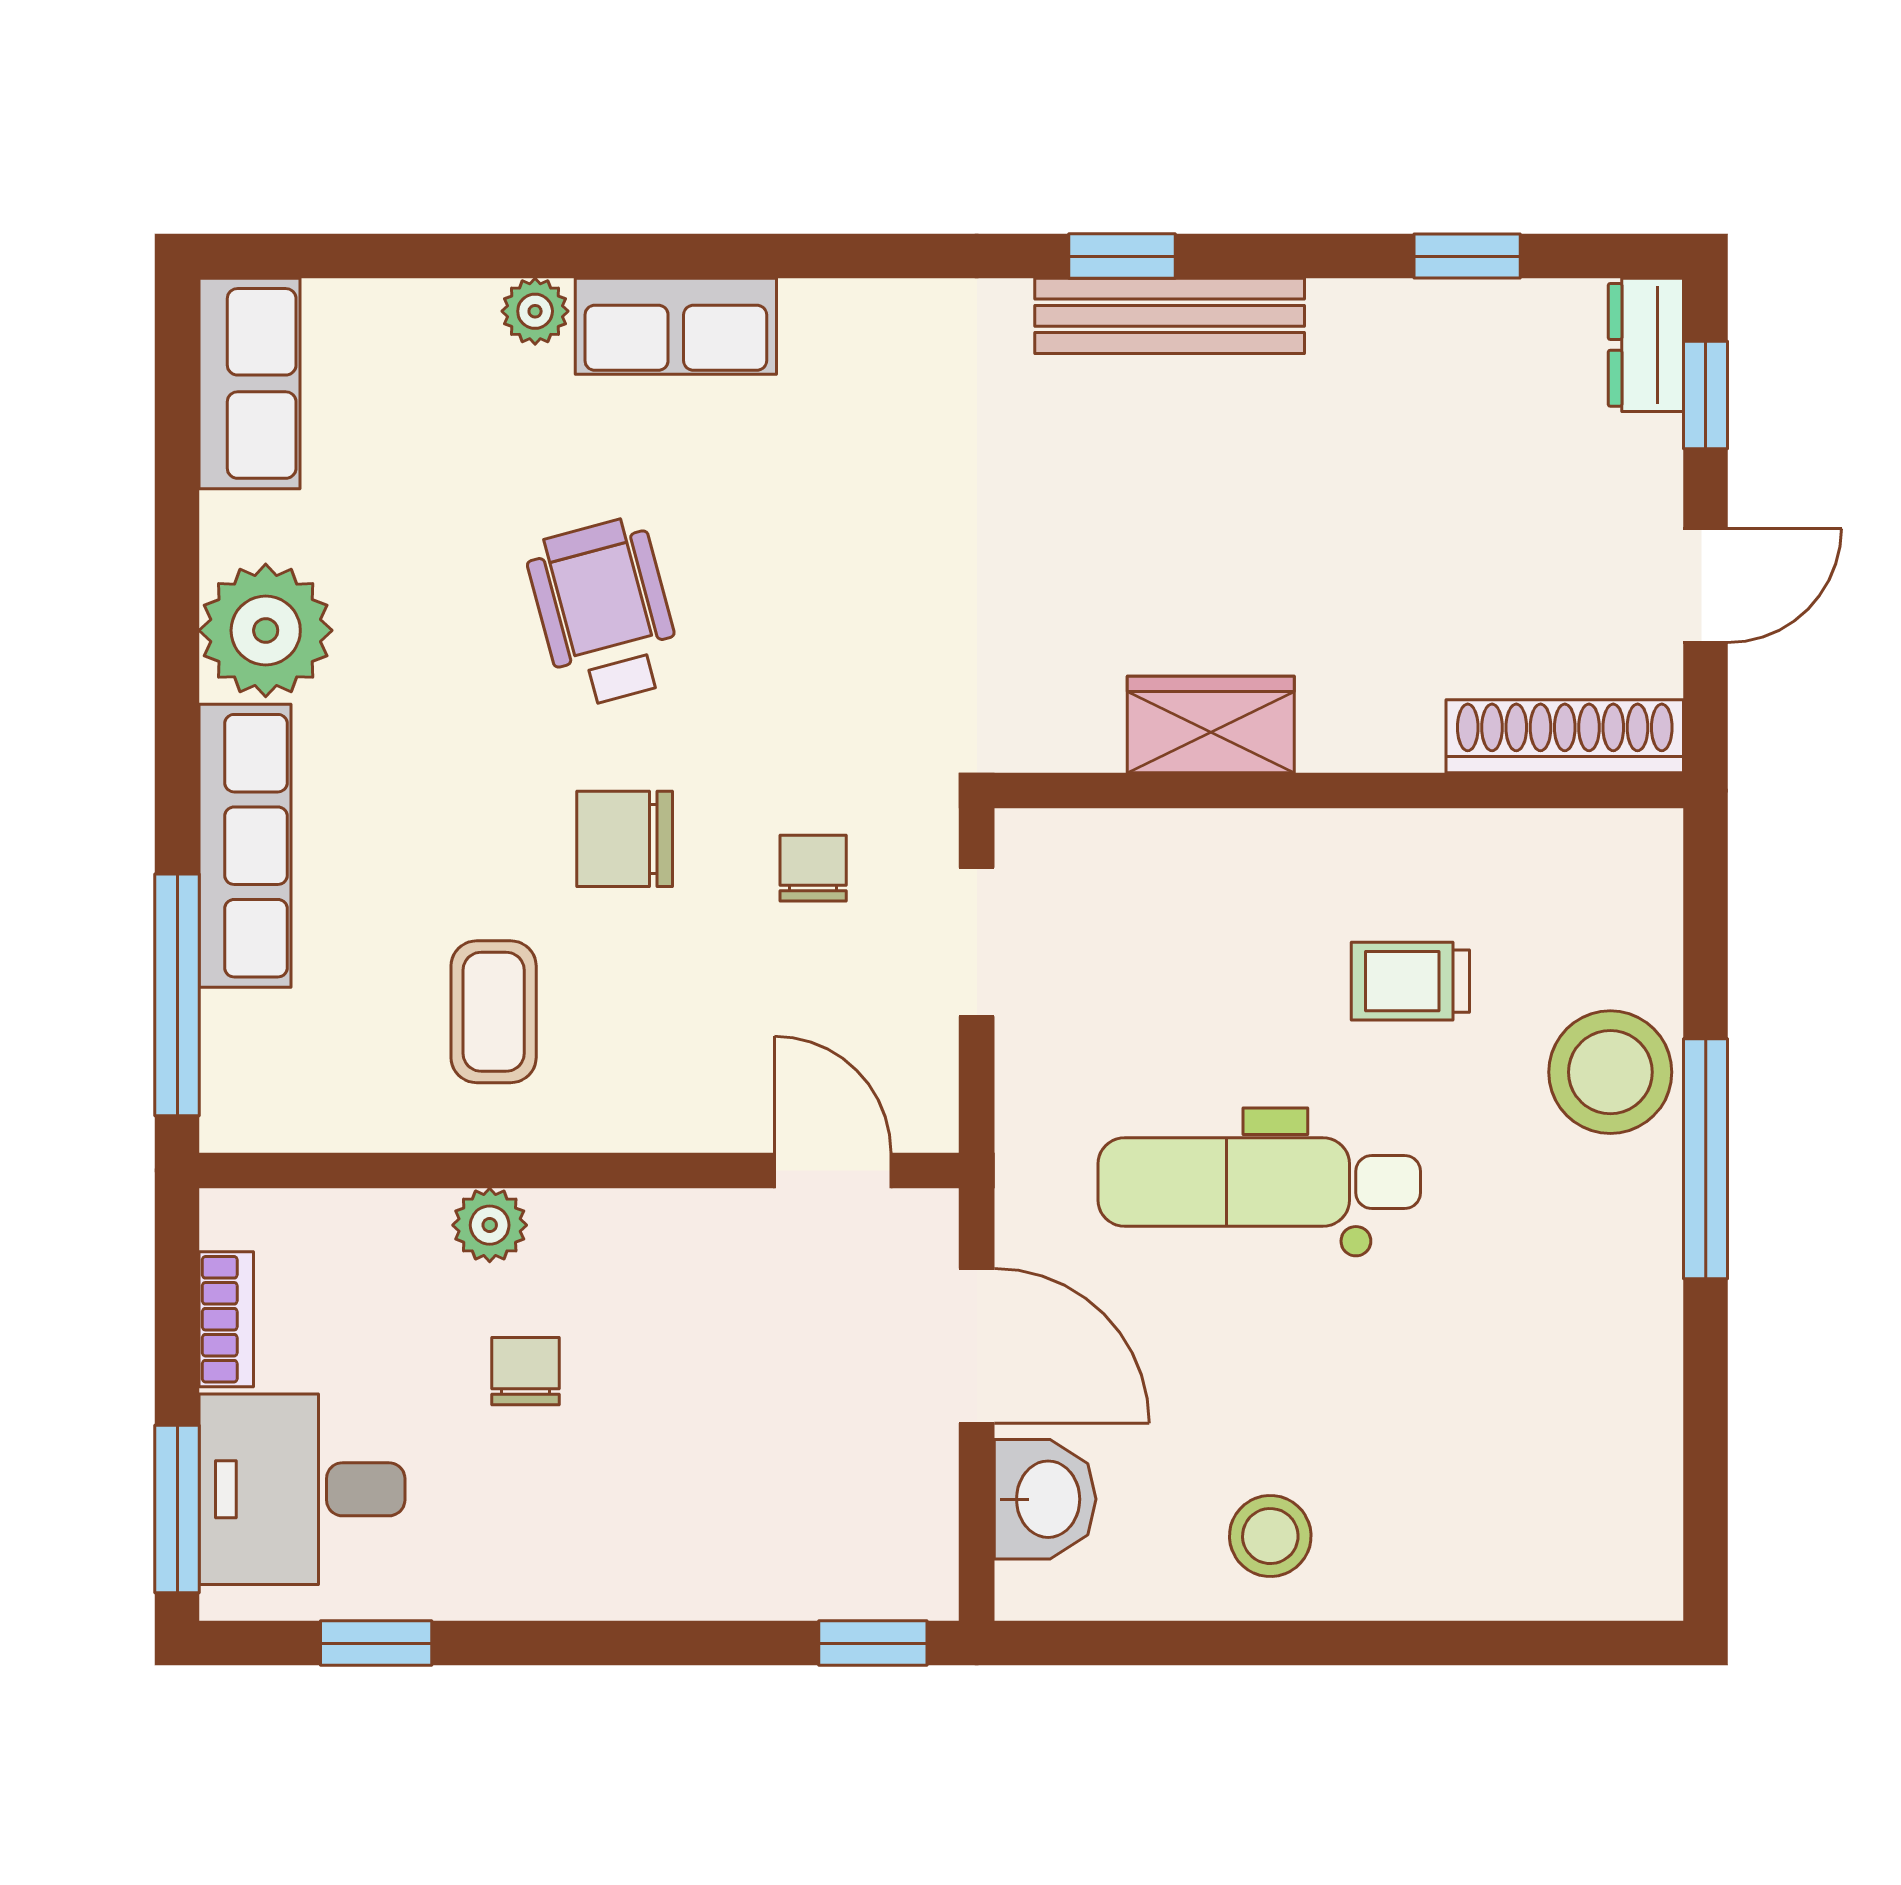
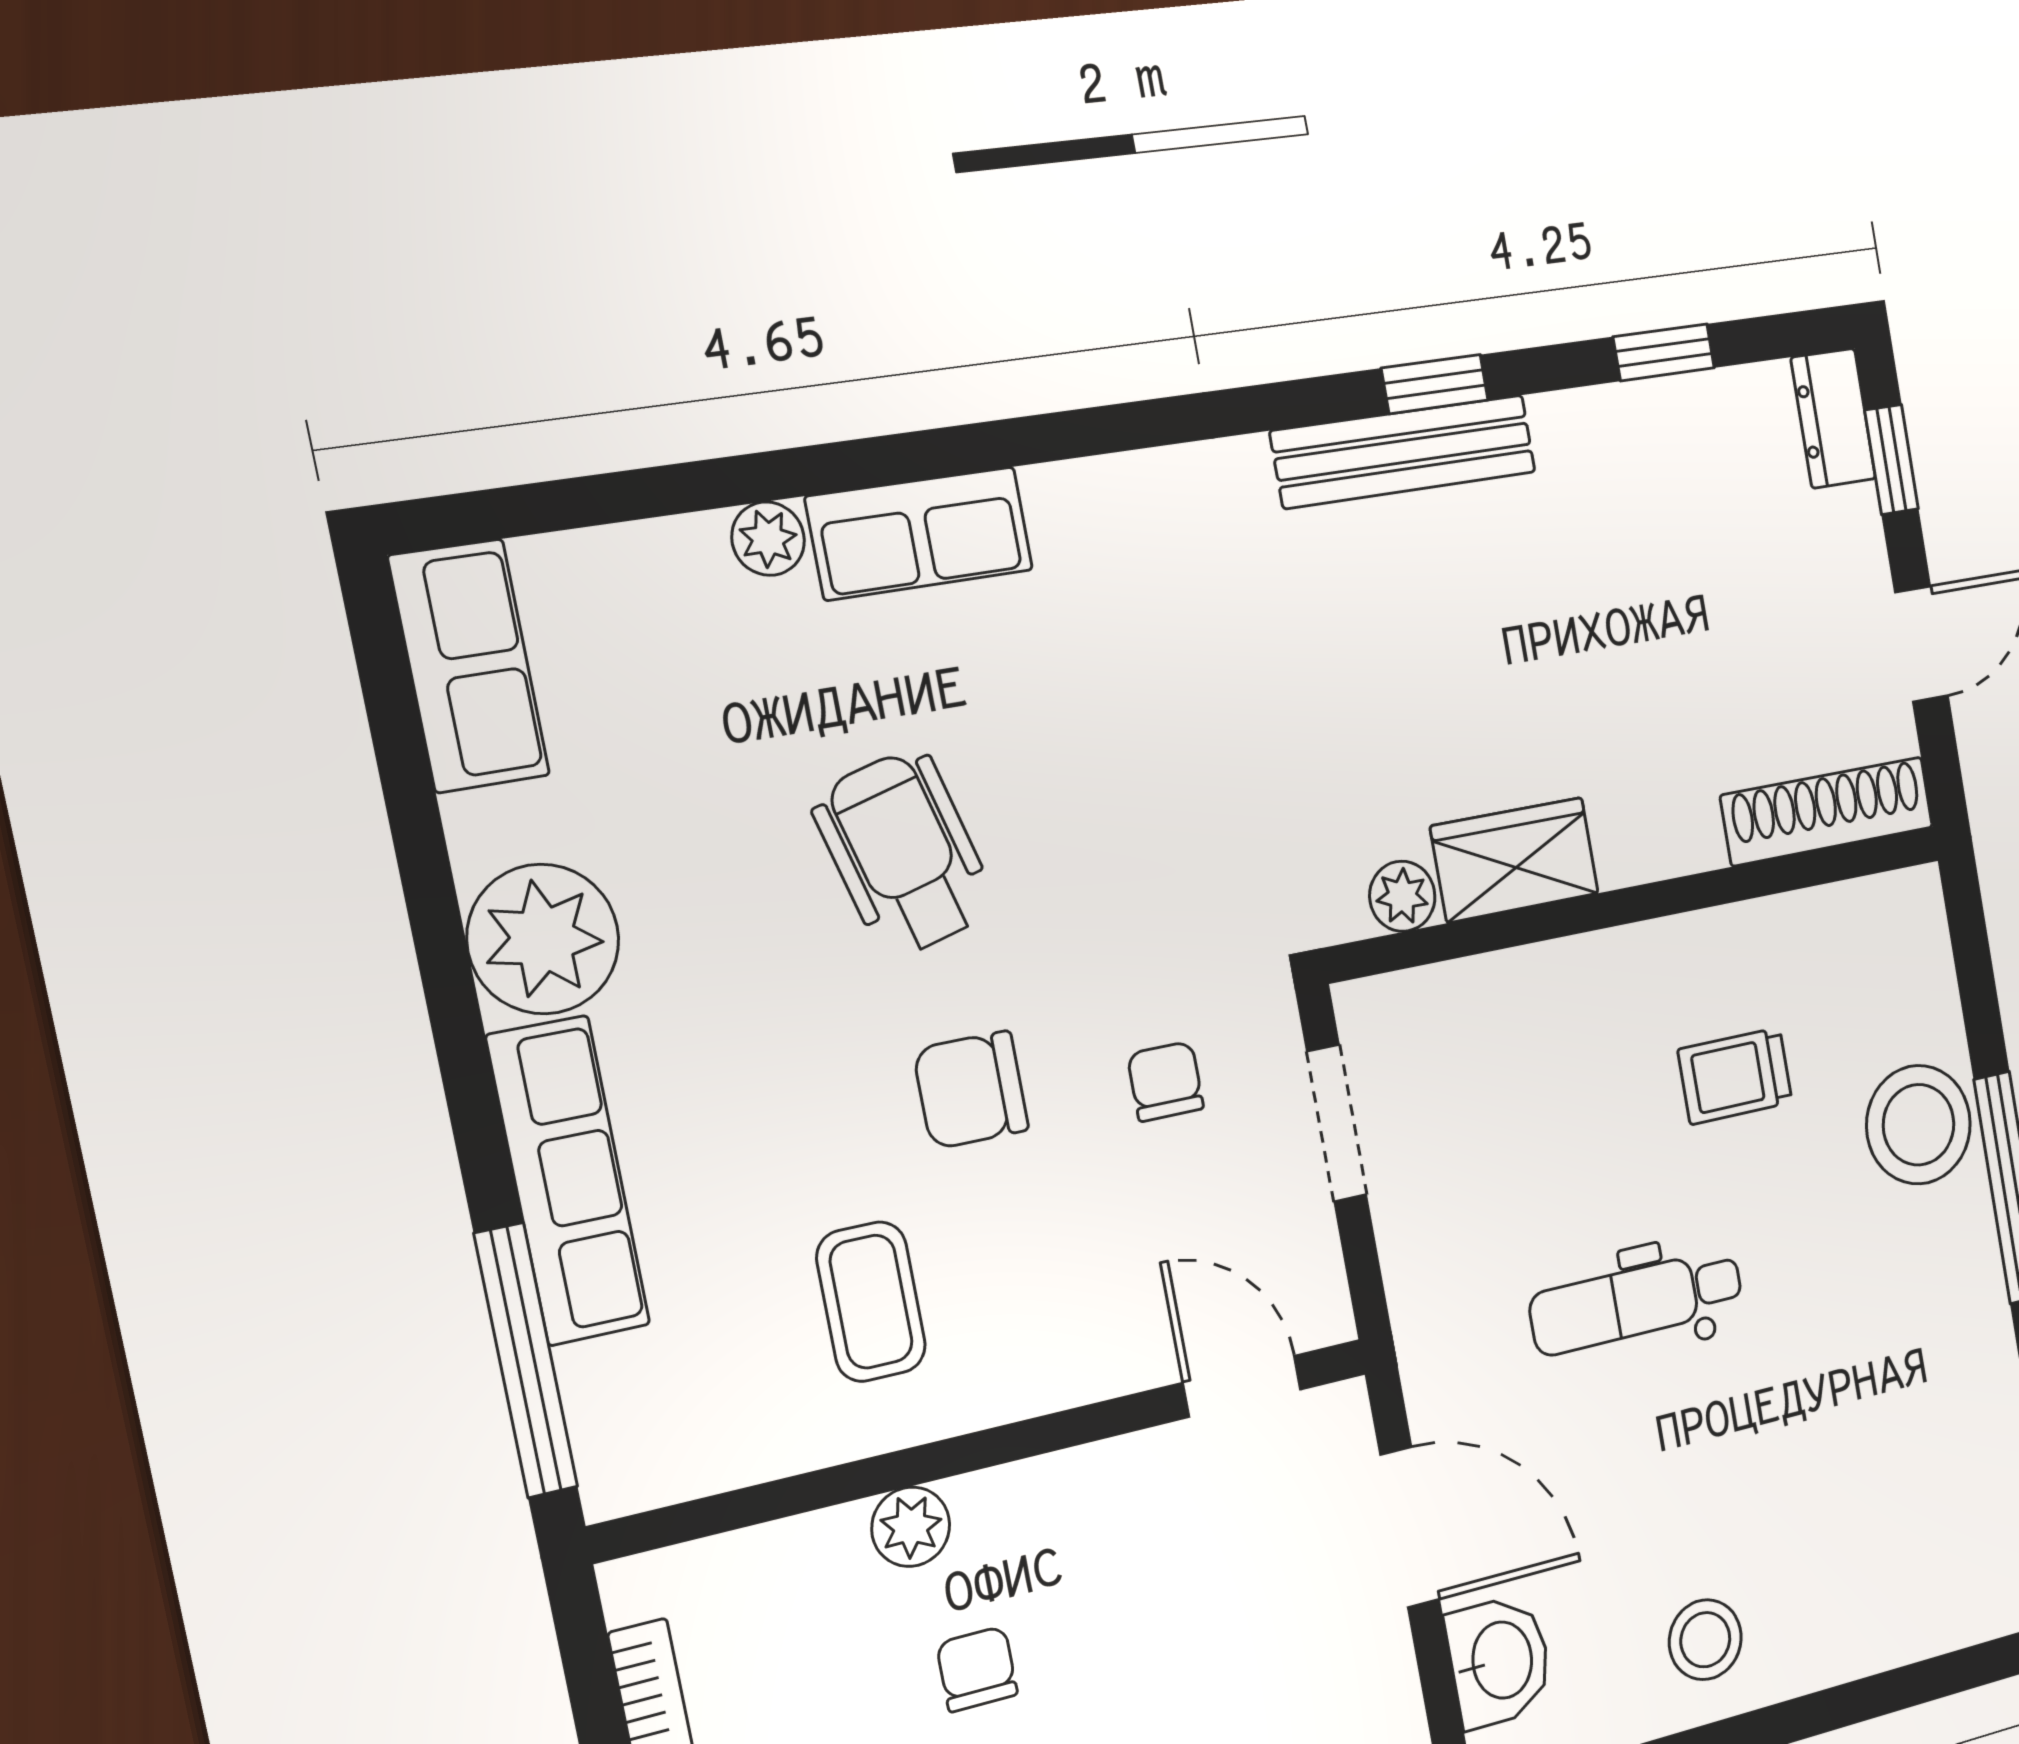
window: (1122, 256) -> (1435, 384), moved
plant: (1086, 739) -> (1402, 896), added
dental chair: (1259, 1182) -> (1637, 1302), width x0.73, depth x0.72

